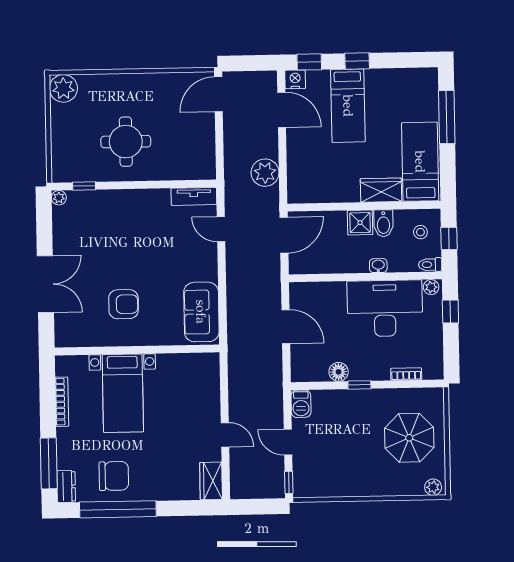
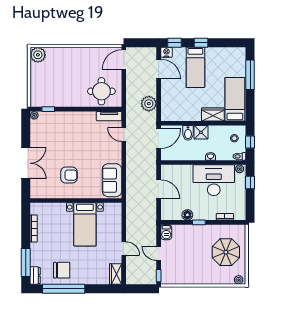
round table: (126, 142) -> (101, 91), moved
bidet: (383, 223) -> (188, 133), moved
bed with nightstands: (123, 393) -> (85, 224), moved

